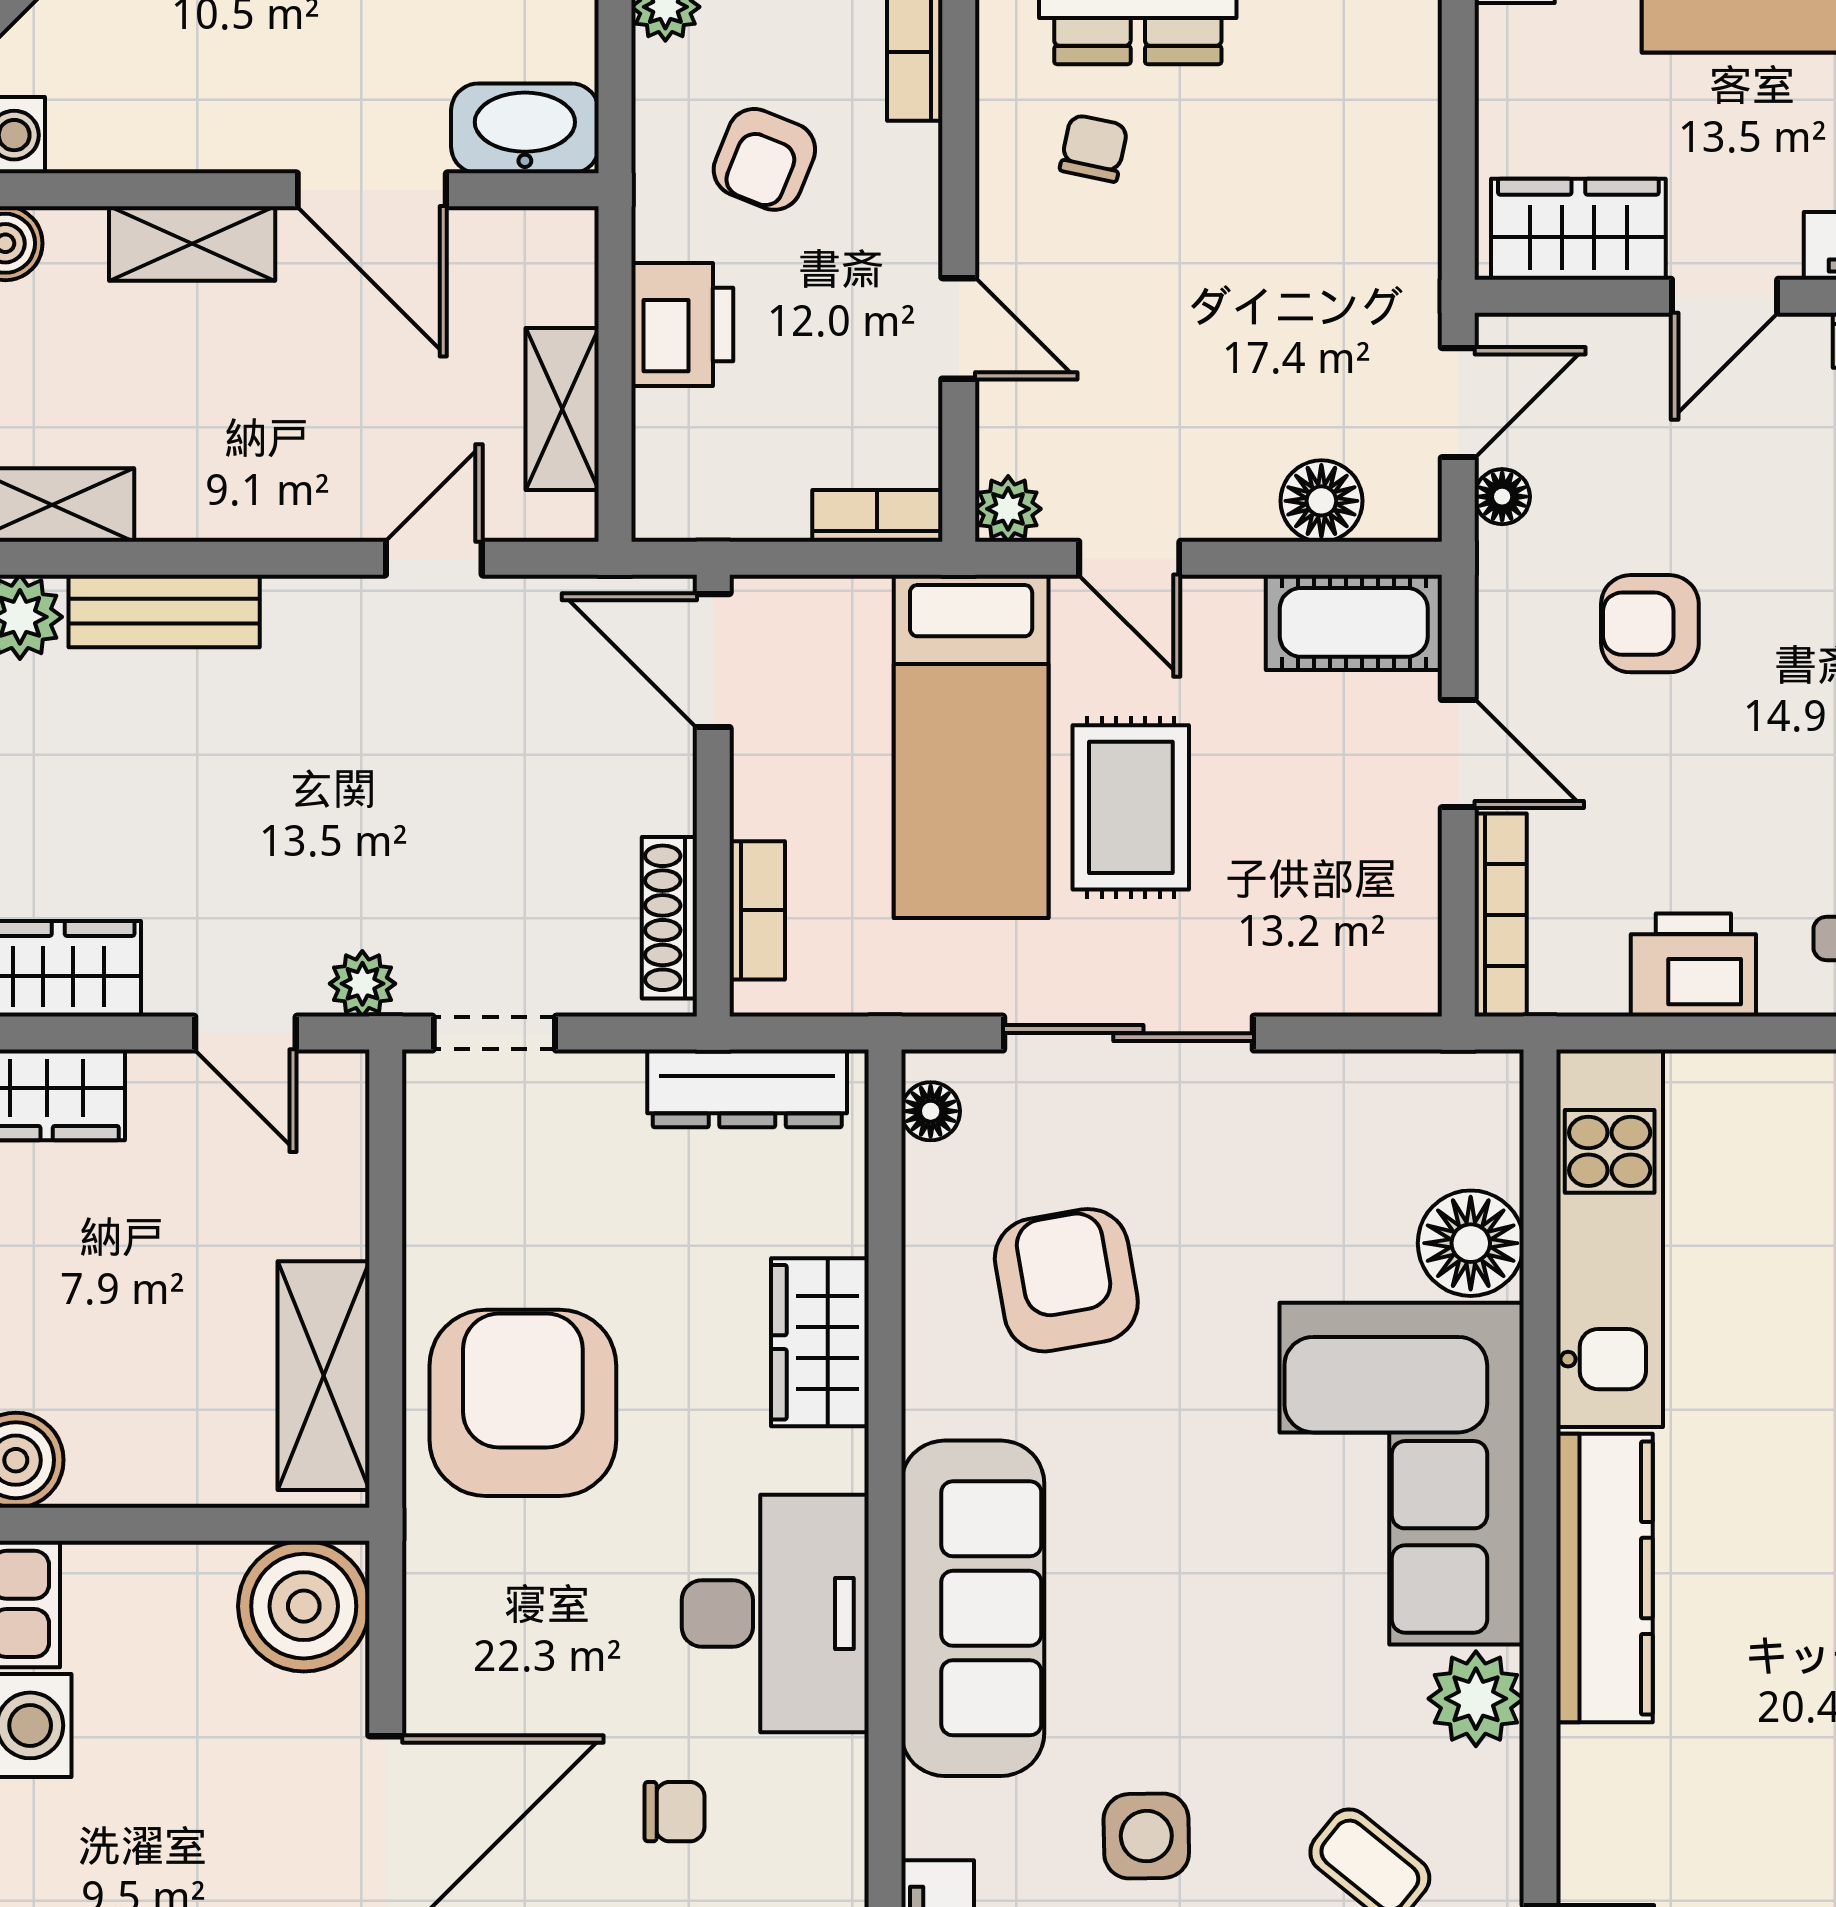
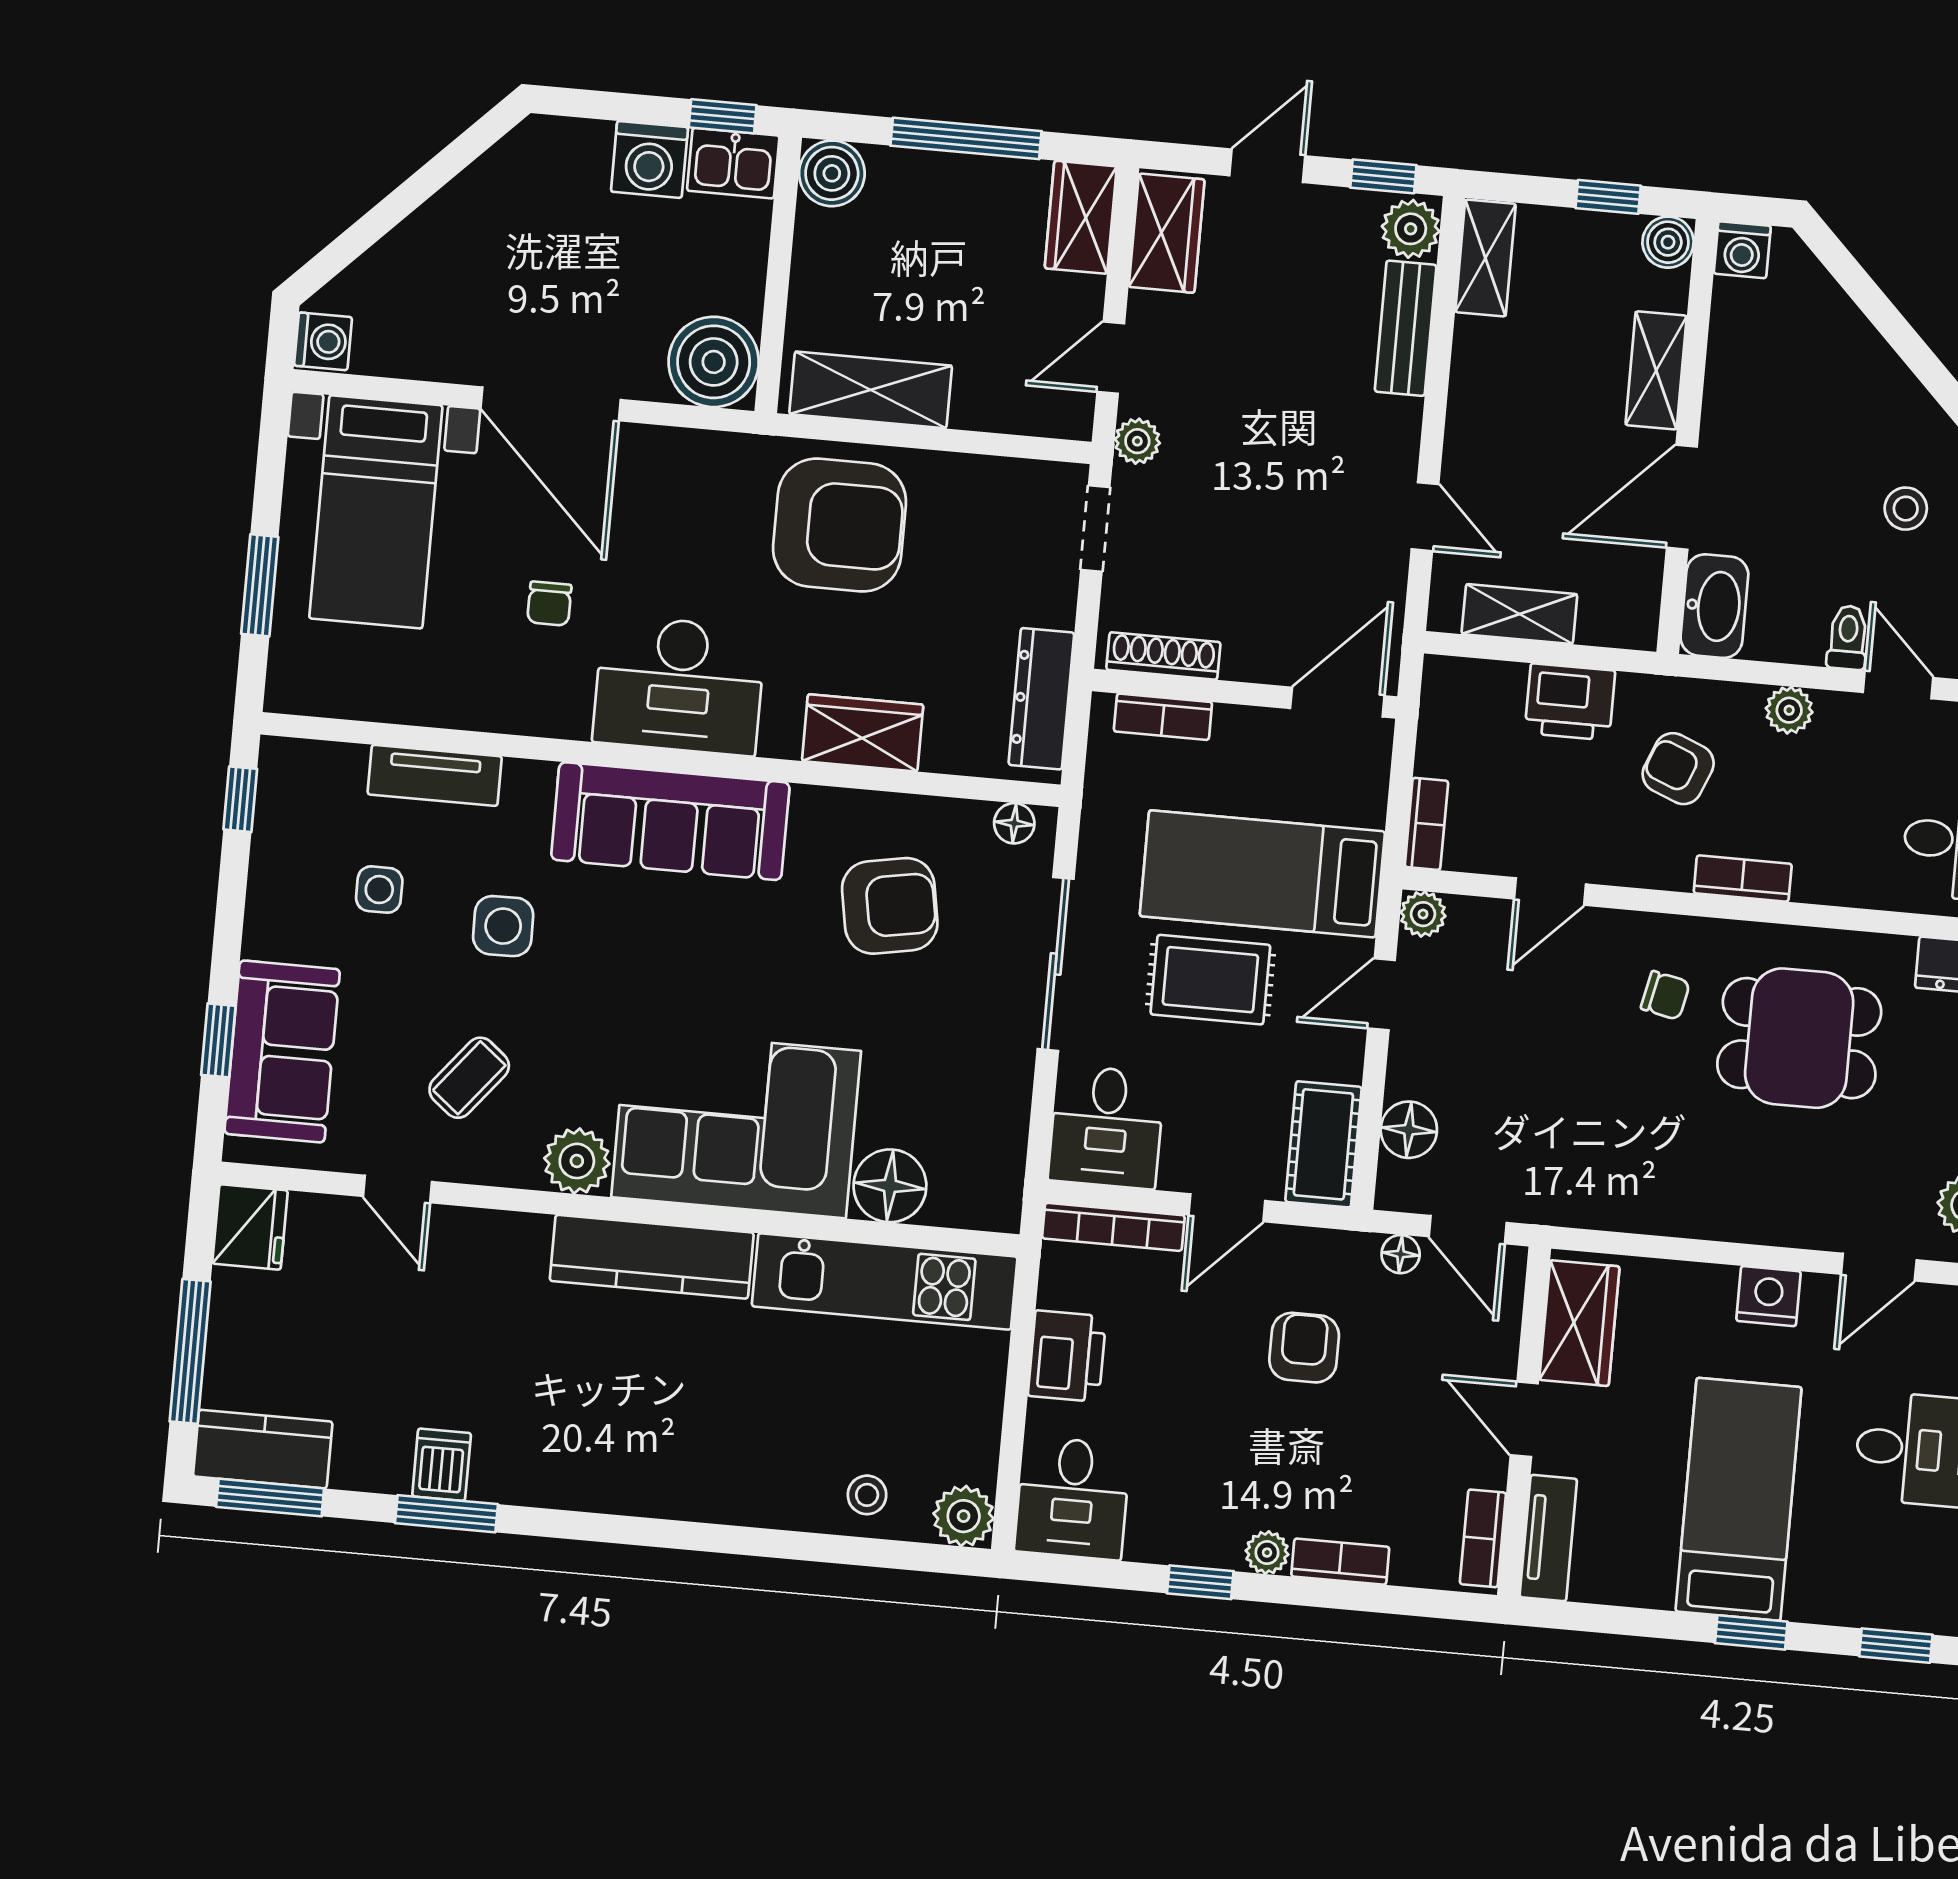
desk: (1357, 938) -> (1106, 1127), added

